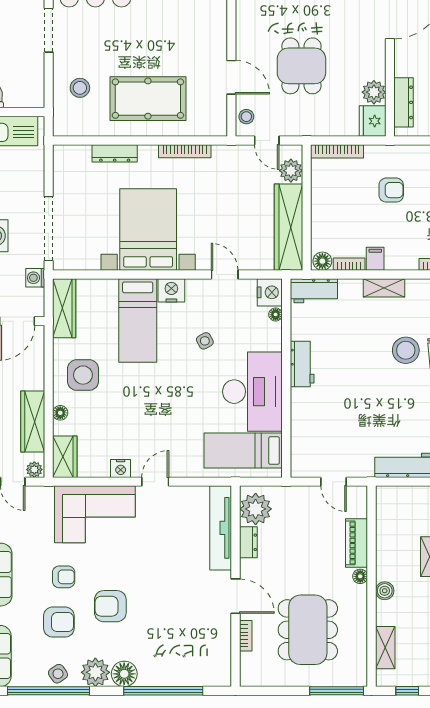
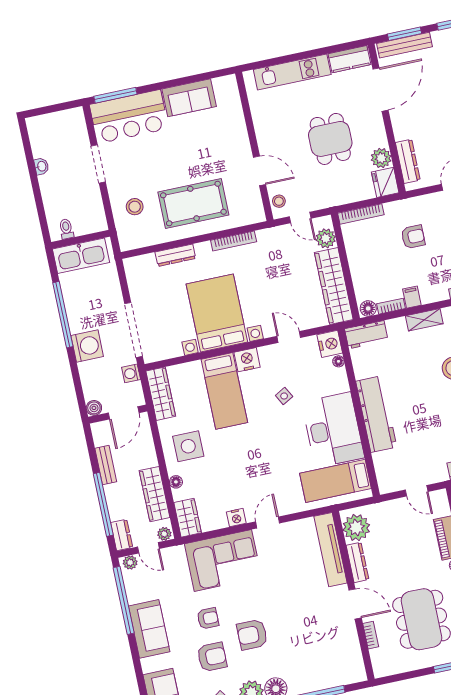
dining table: (301, 66) -> (330, 139), moved
workbench: (302, 364) -> (376, 414), width x1.88, depth x1.32
dresser: (248, 542) -> (357, 562), width x1.44

